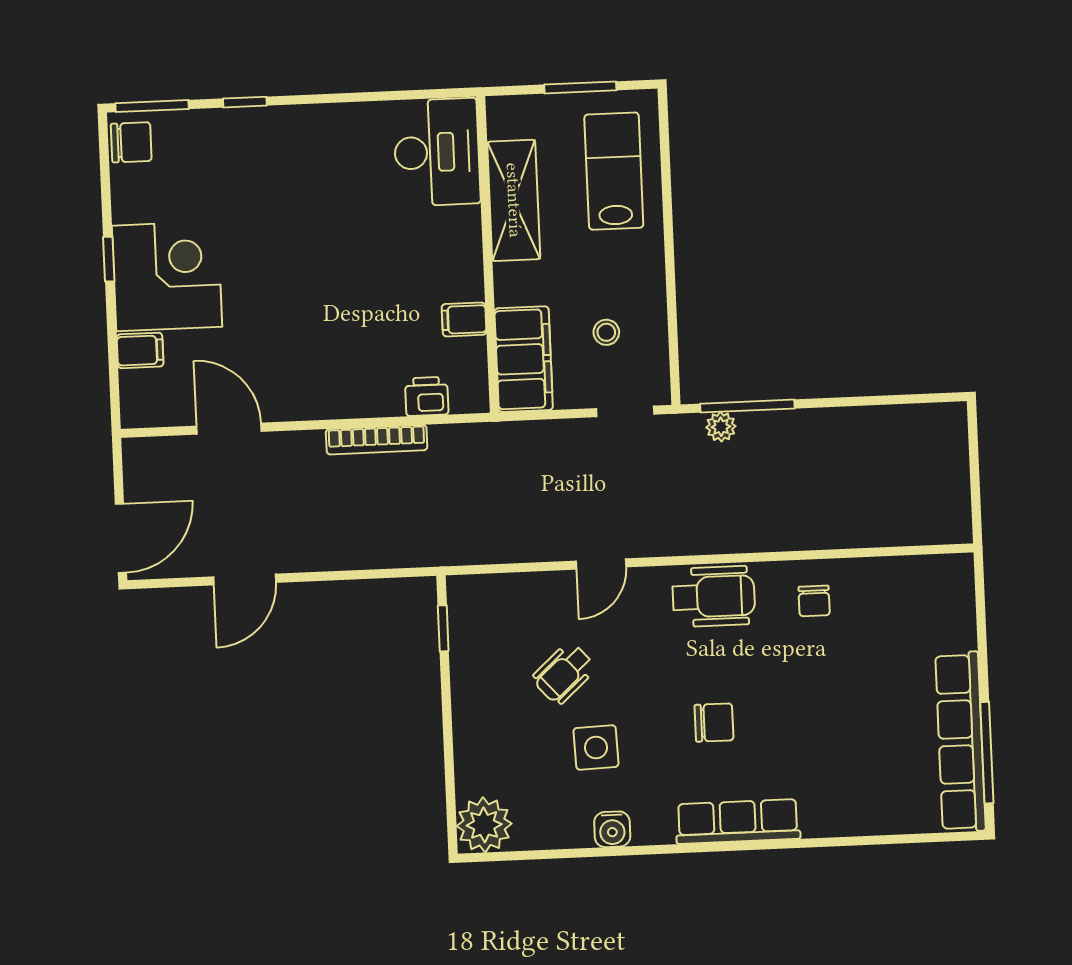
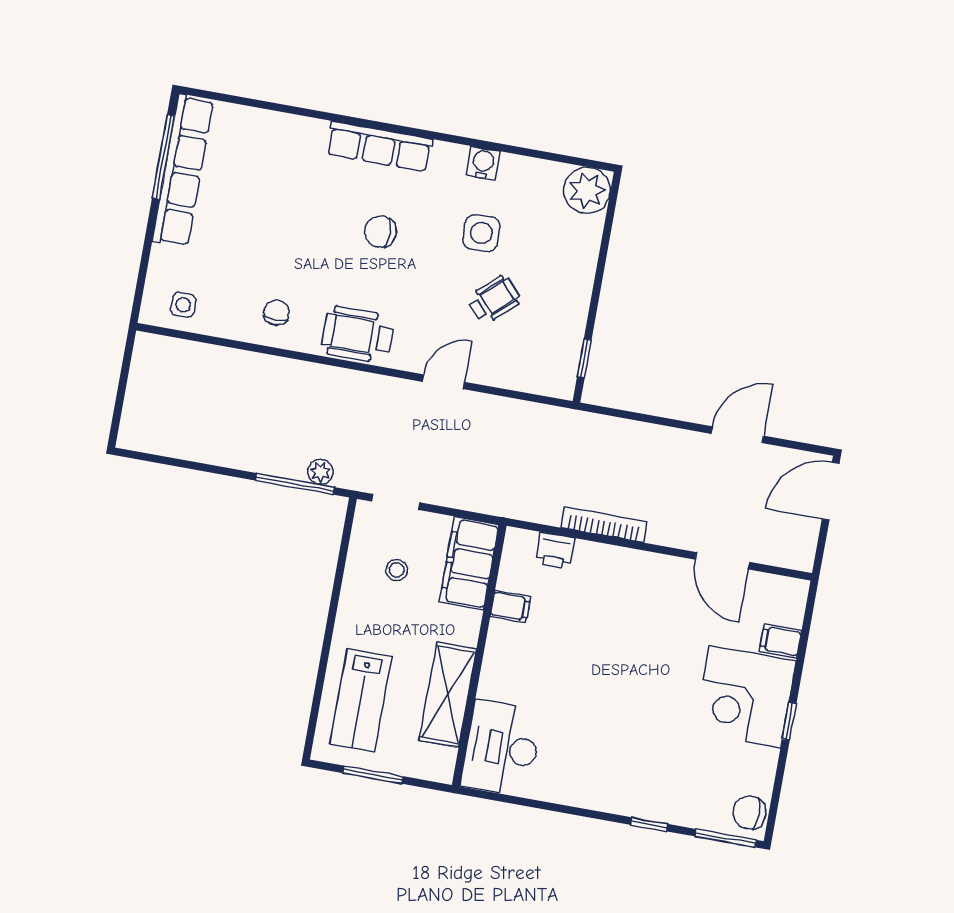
side table: (925, 585) -> (183, 305), added

